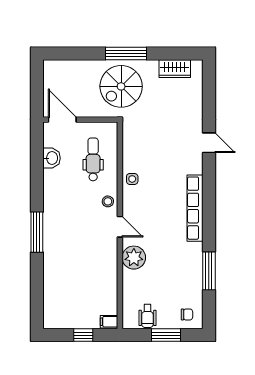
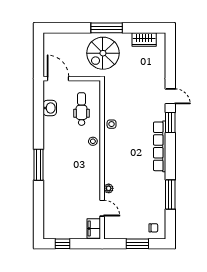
window: (209, 177) -> (170, 123), added
door: (120, 227) -> (102, 208), moved
plant: (134, 258) -> (109, 188), width x0.53, depth x0.53
wheelchair: (147, 316) -> (123, 229), removed
filing cabinet: (109, 322) -> (94, 228), width x2.00
window: (83, 335) -> (63, 244), moved

